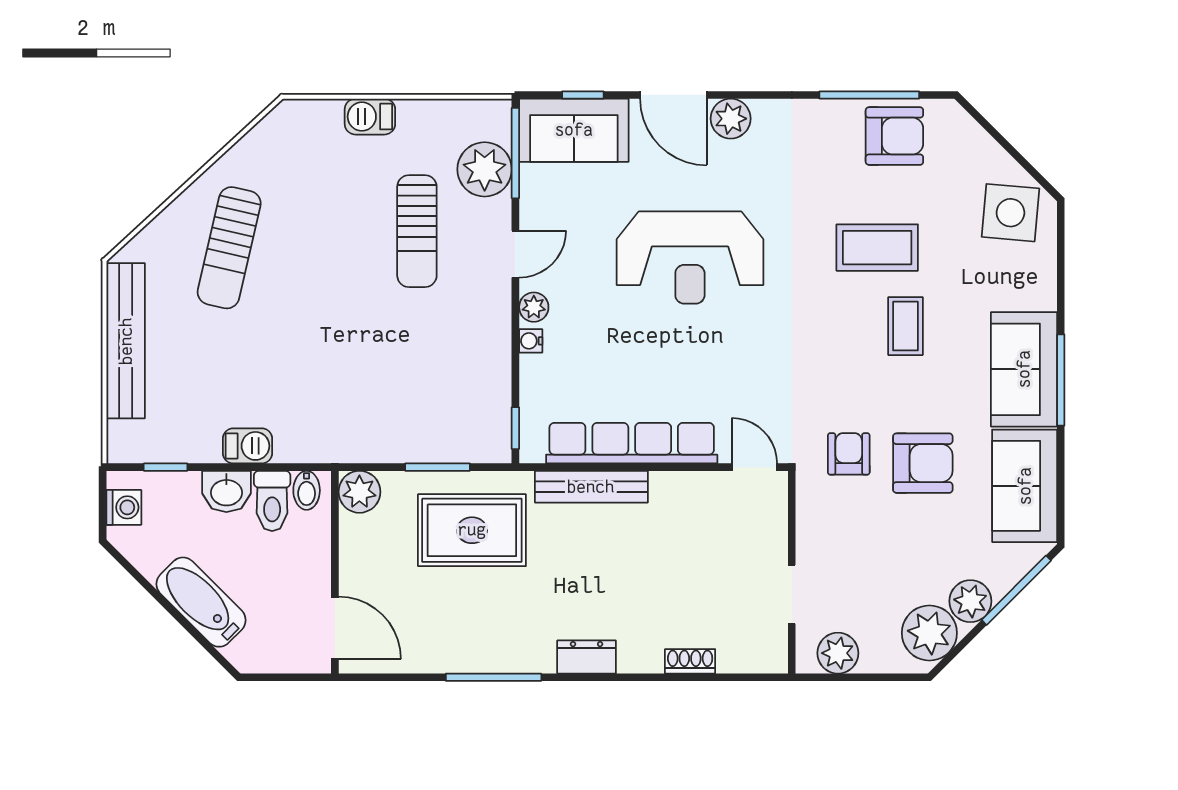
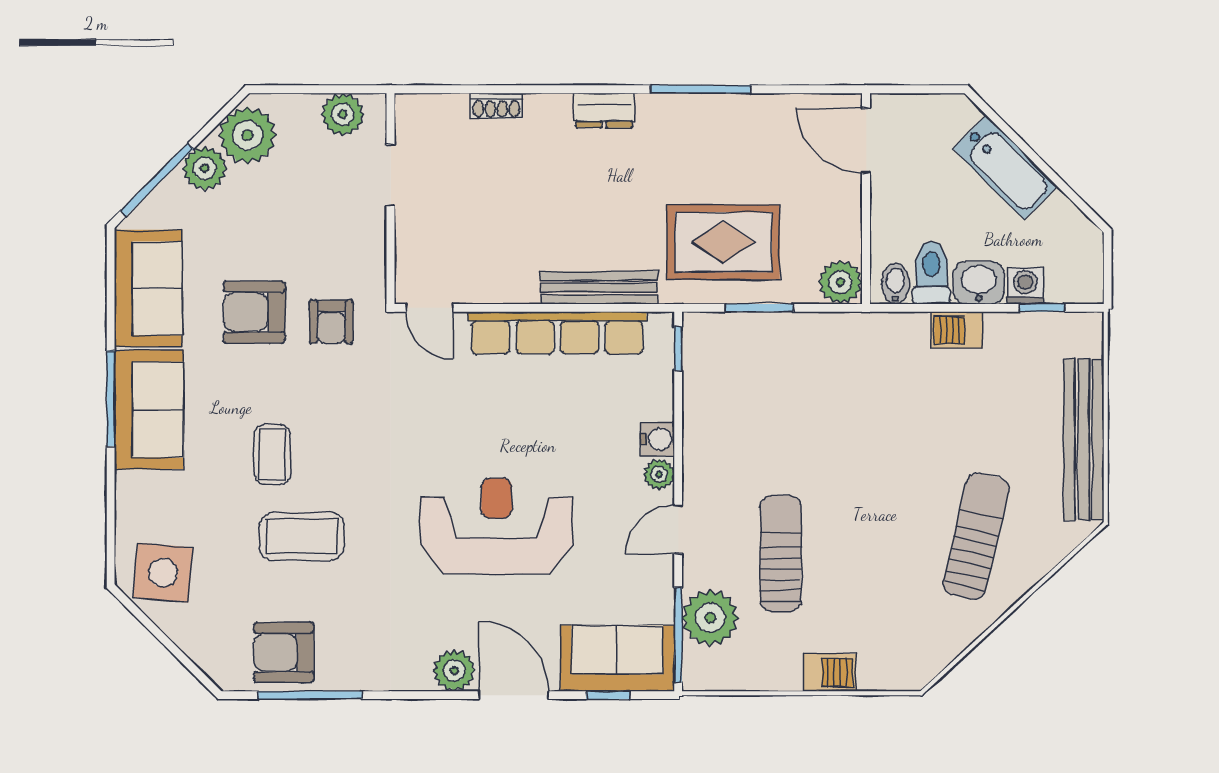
water cooler: (531, 341) -> (658, 439), width x1.38, depth x1.38
washing machine: (124, 507) -> (1025, 286), moved, turned 90

